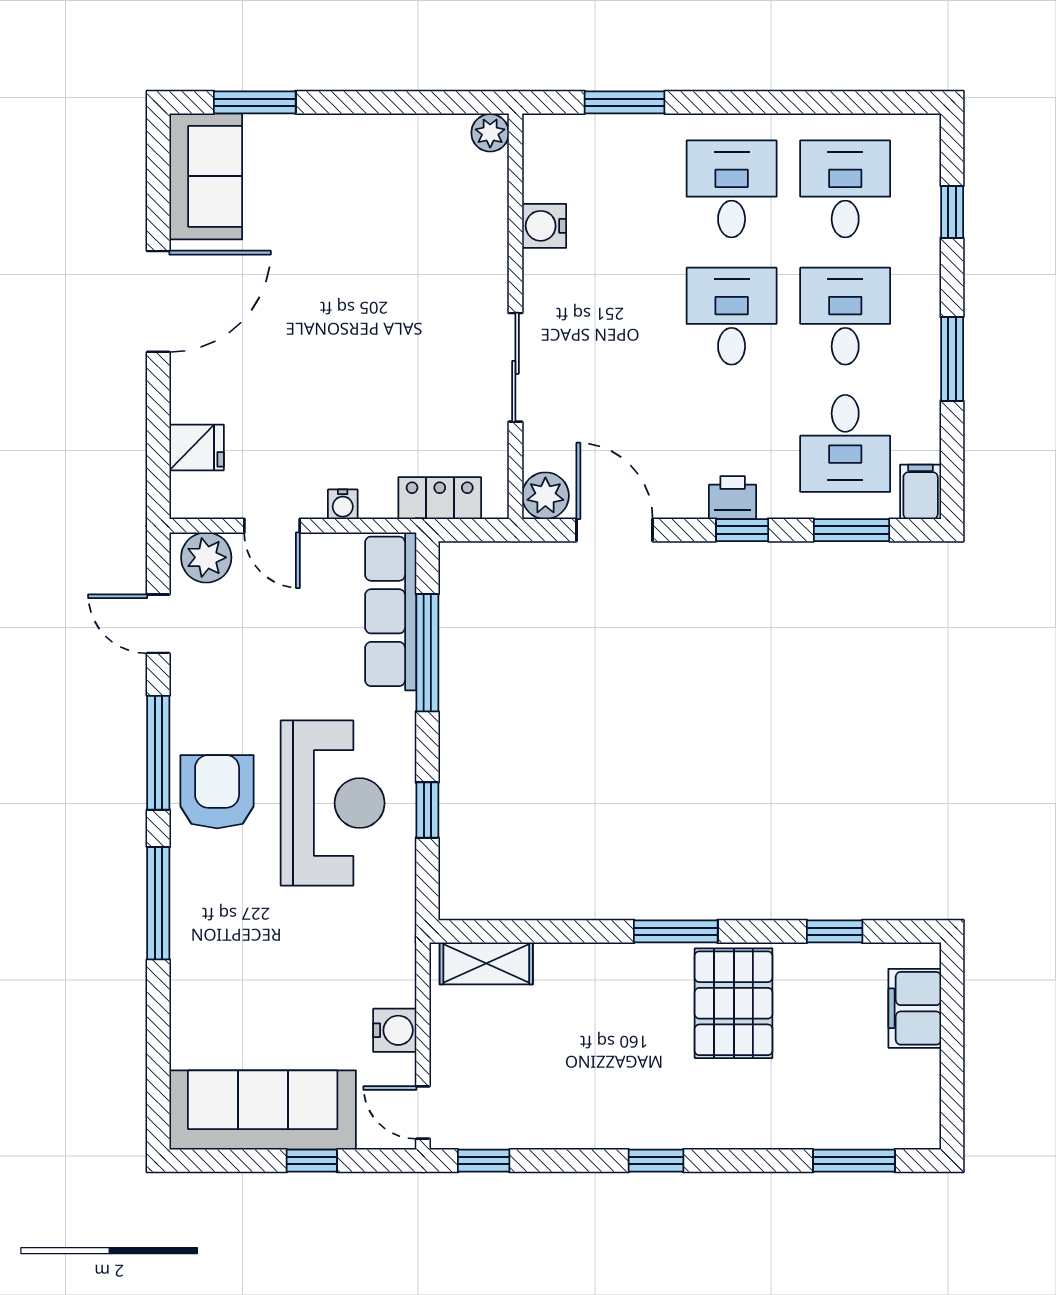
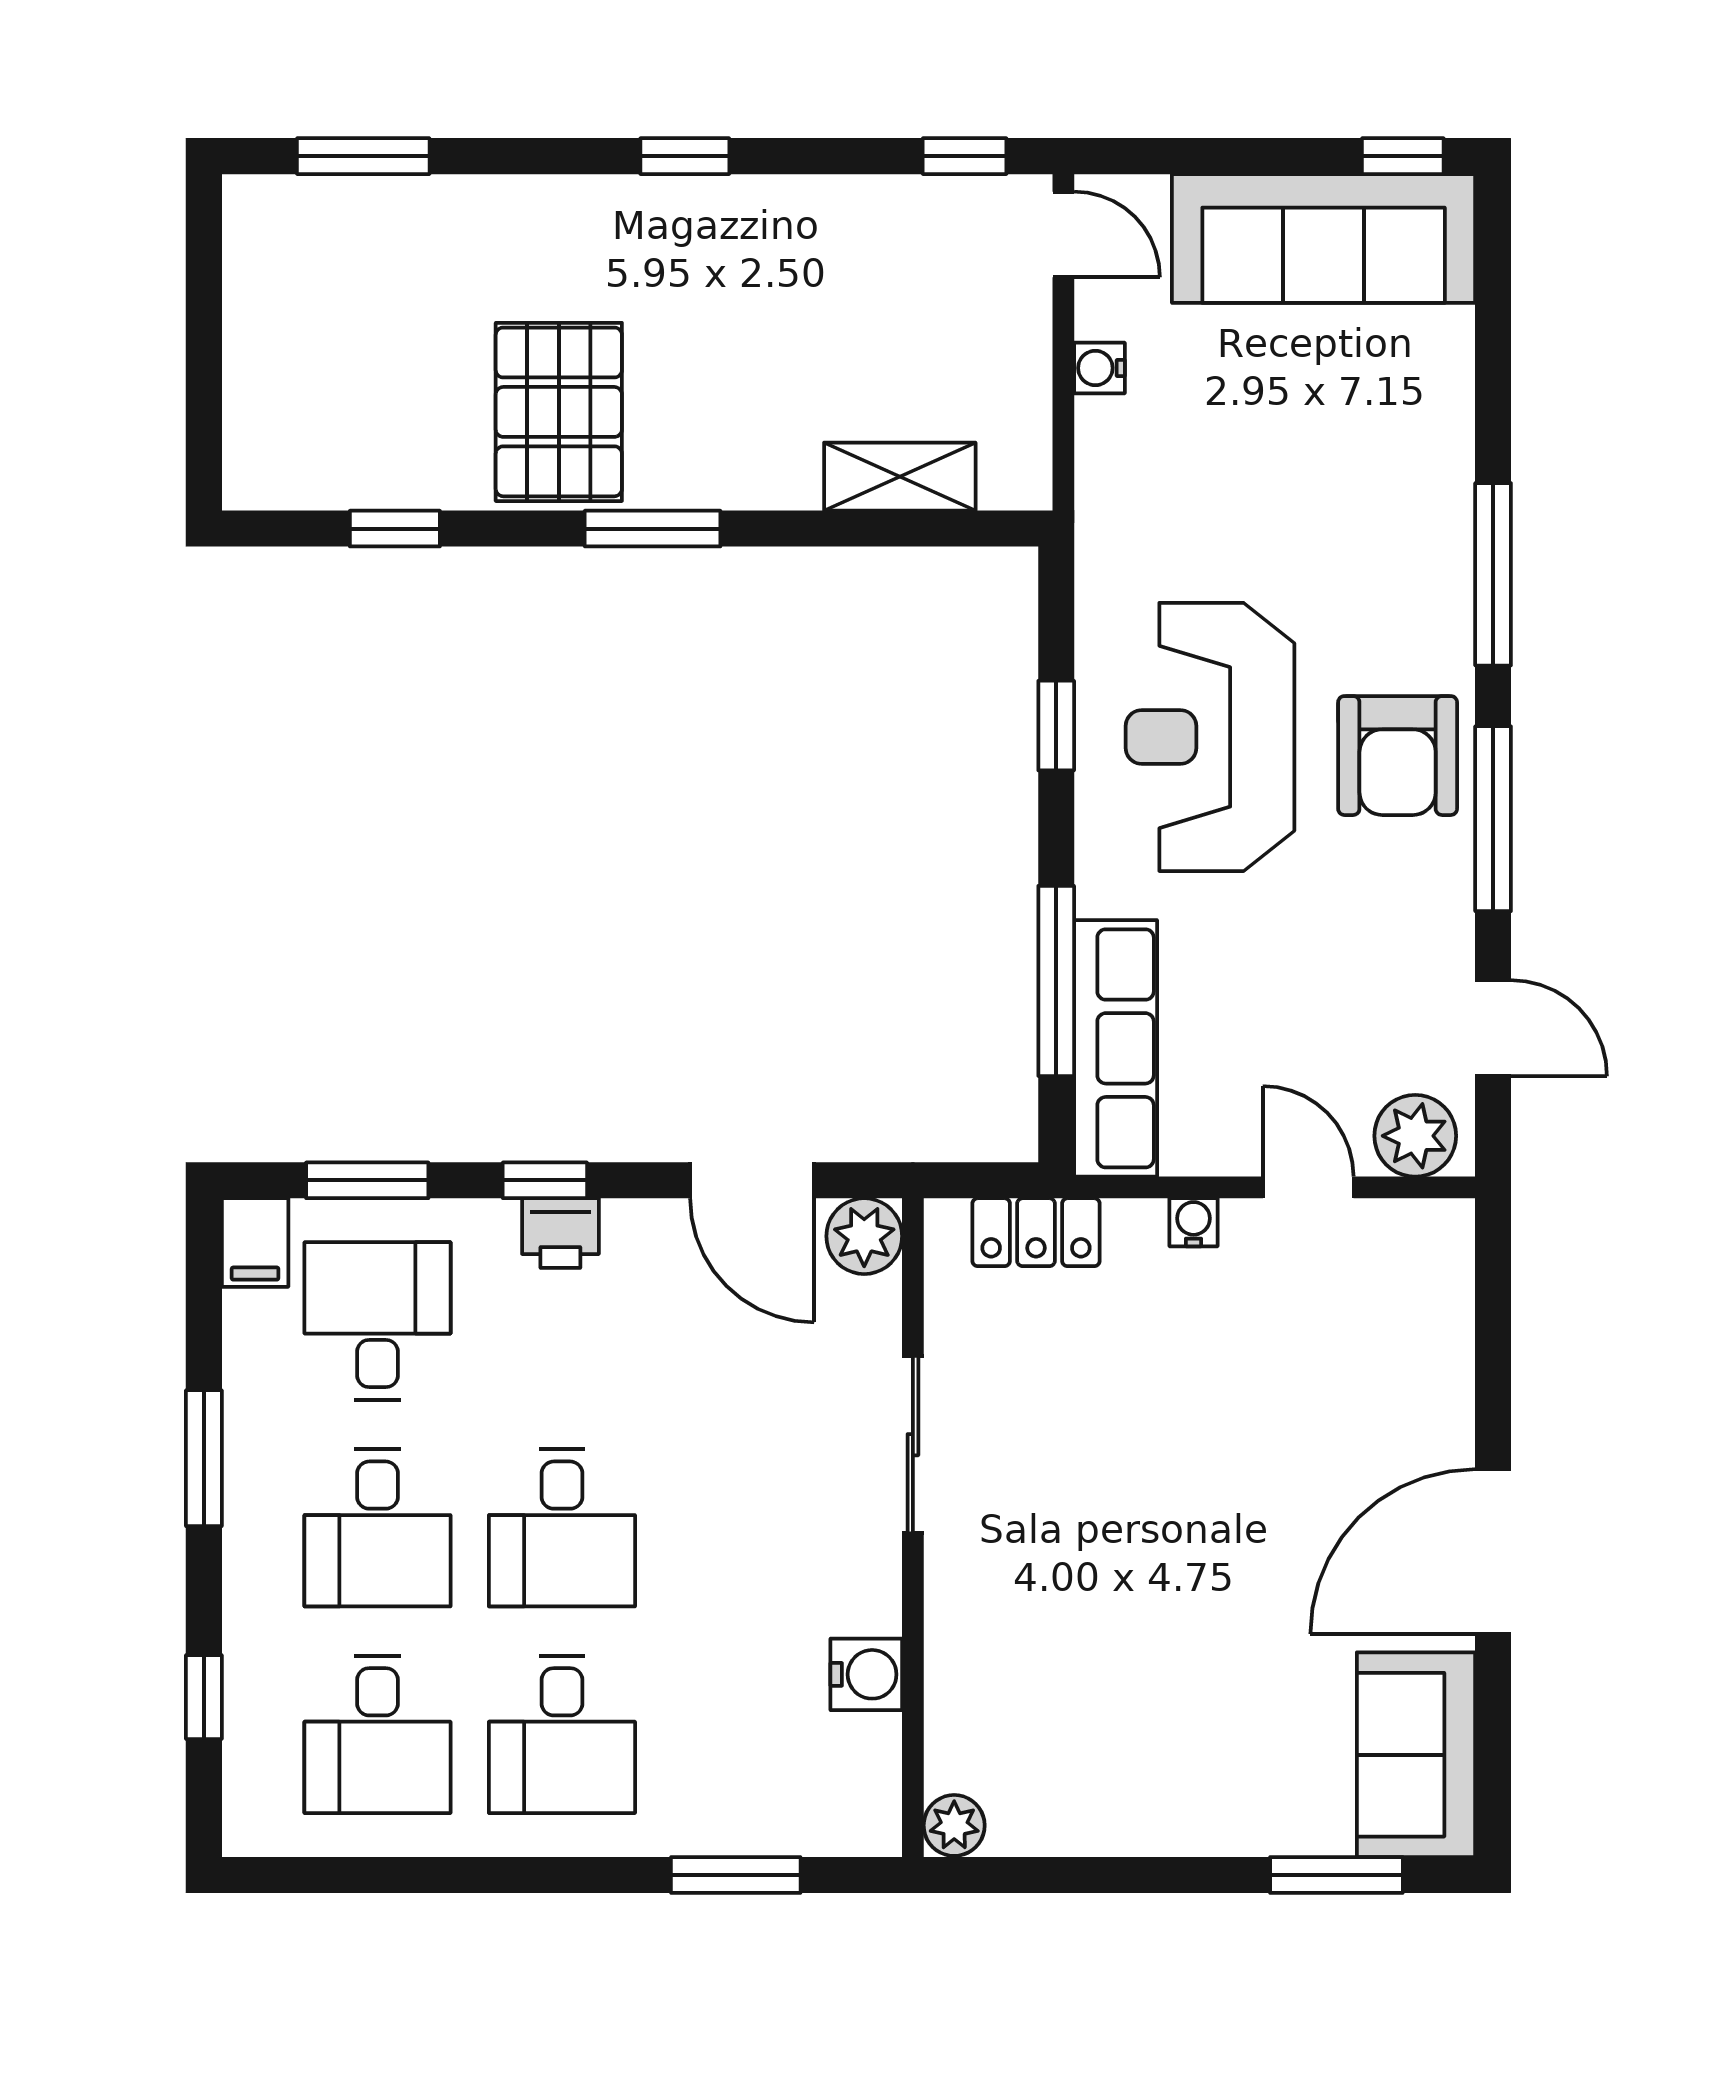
fridge: (197, 447) -> (1431, 1314), removed
shelving: (486, 963) -> (900, 477), moved
filing cabinet: (915, 1008) -> (265, 404), removed
water cooler: (395, 1030) -> (1099, 368), width x0.72, depth x0.72
window: (312, 1161) -> (1403, 156), moved

